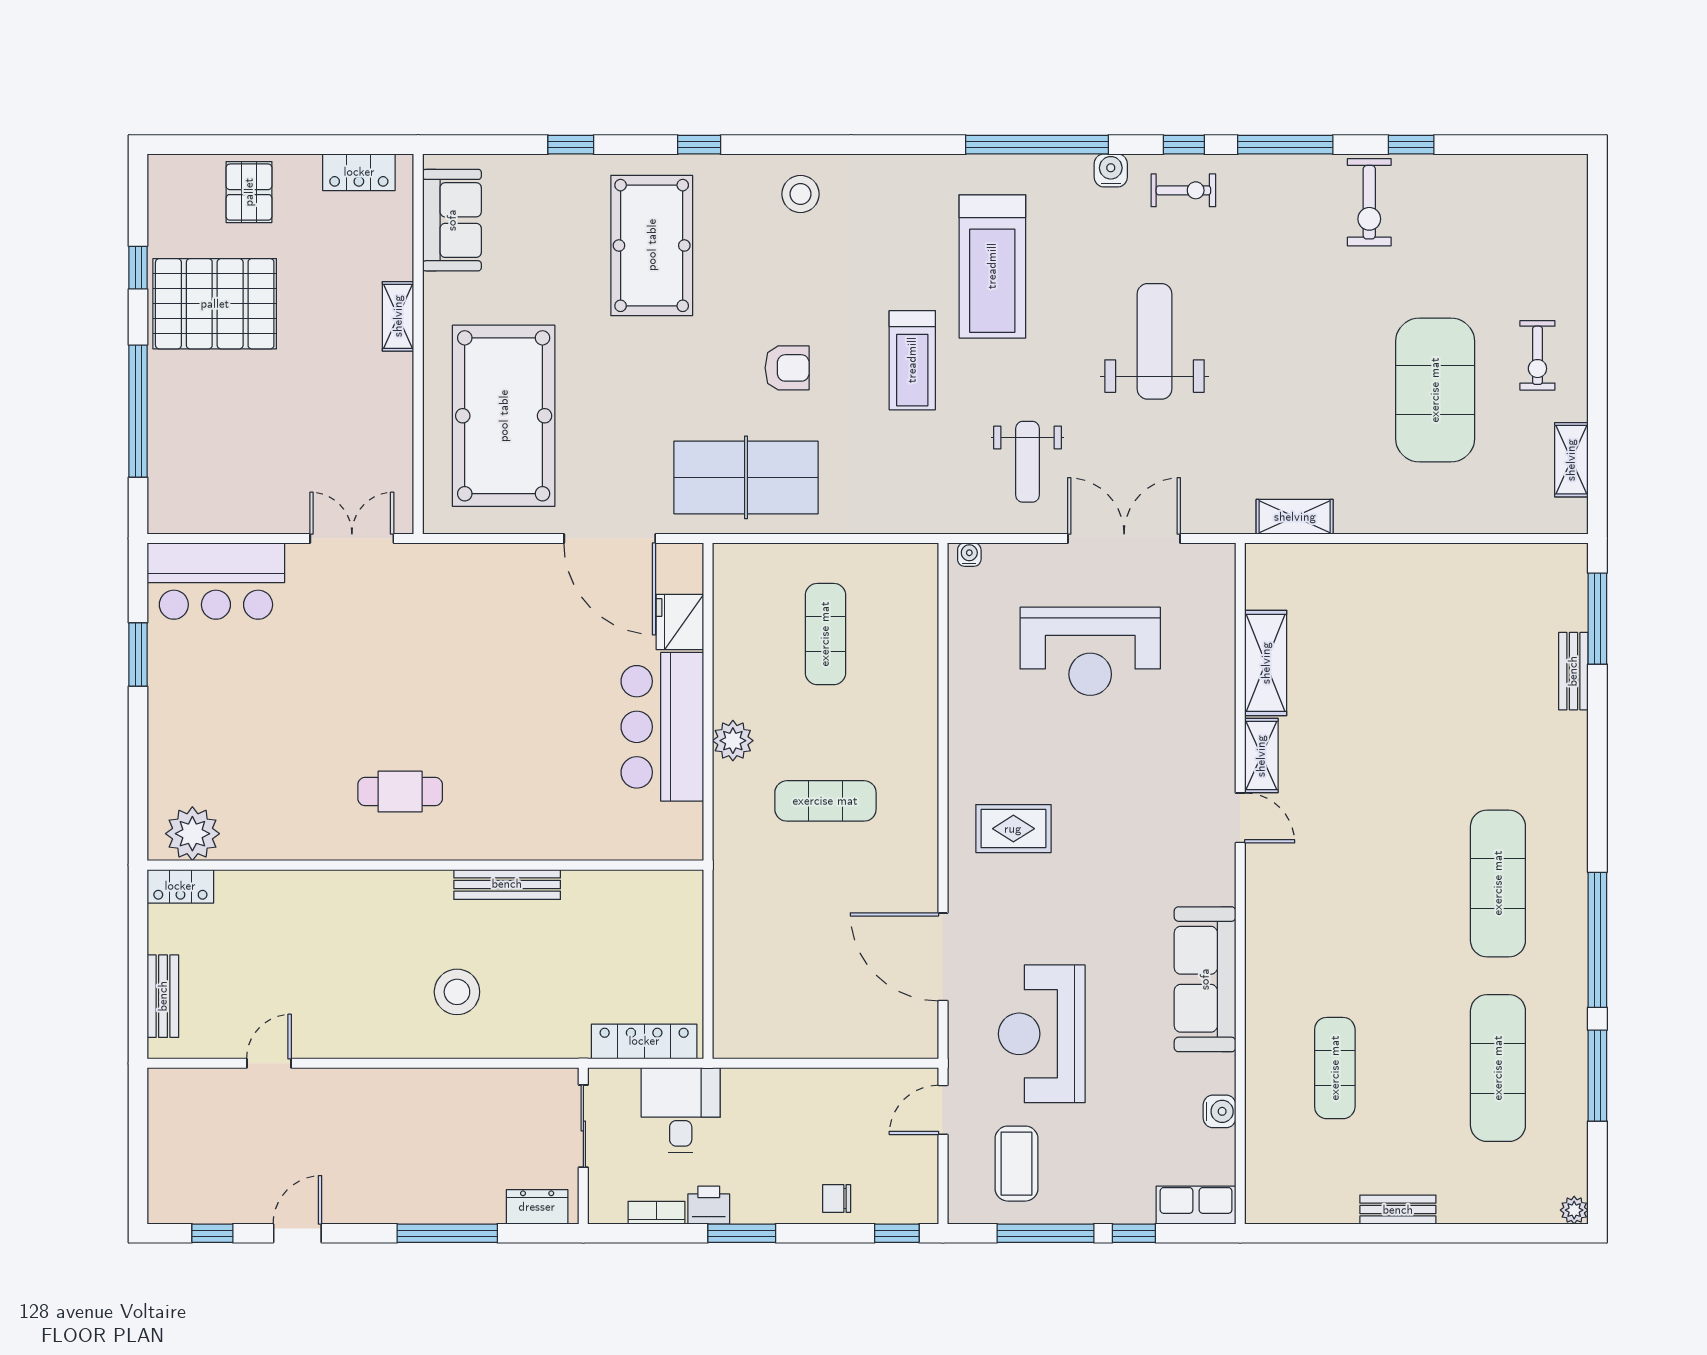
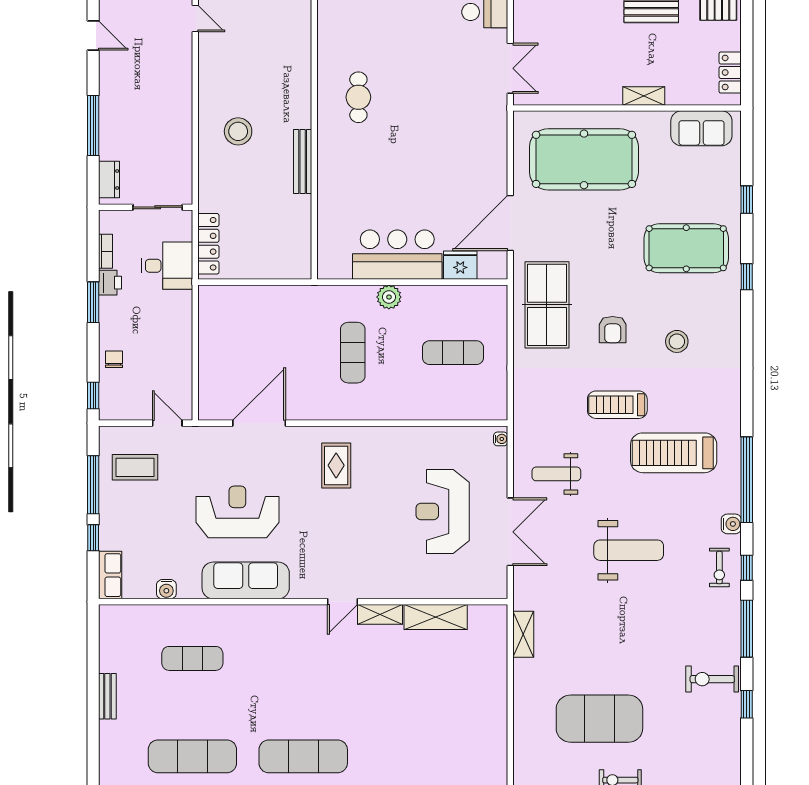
stool: (800, 194) -> (677, 341), moved
reception desk: (1042, 1034) -> (237, 512), moved

